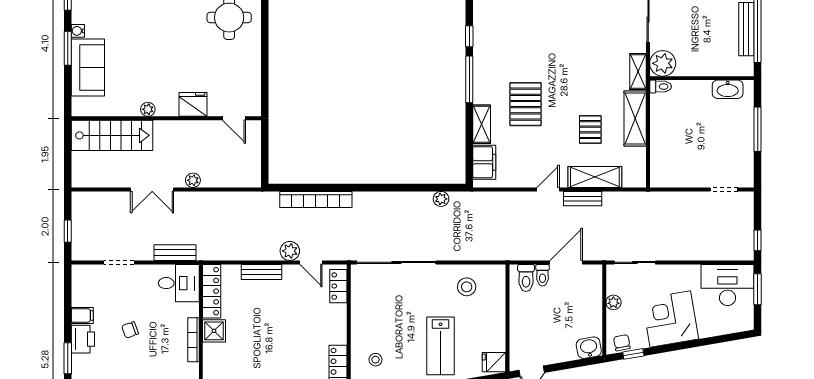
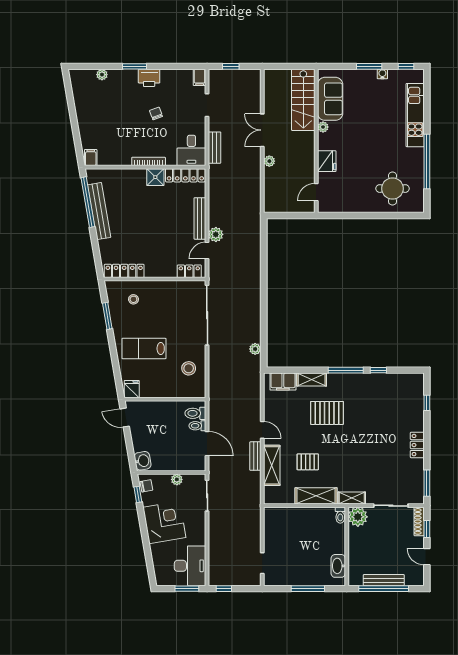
sofa: (88, 68) -> (330, 99), moved, turned -90
bookcase: (316, 199) -> (255, 254), removed
bench: (261, 272) -> (200, 218), width x1.36
filing cabinet: (82, 315) -> (200, 77), moved

